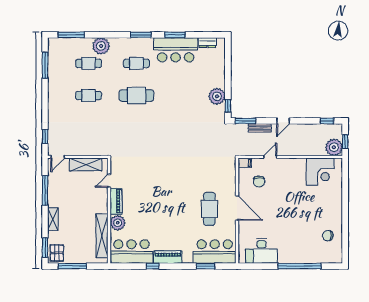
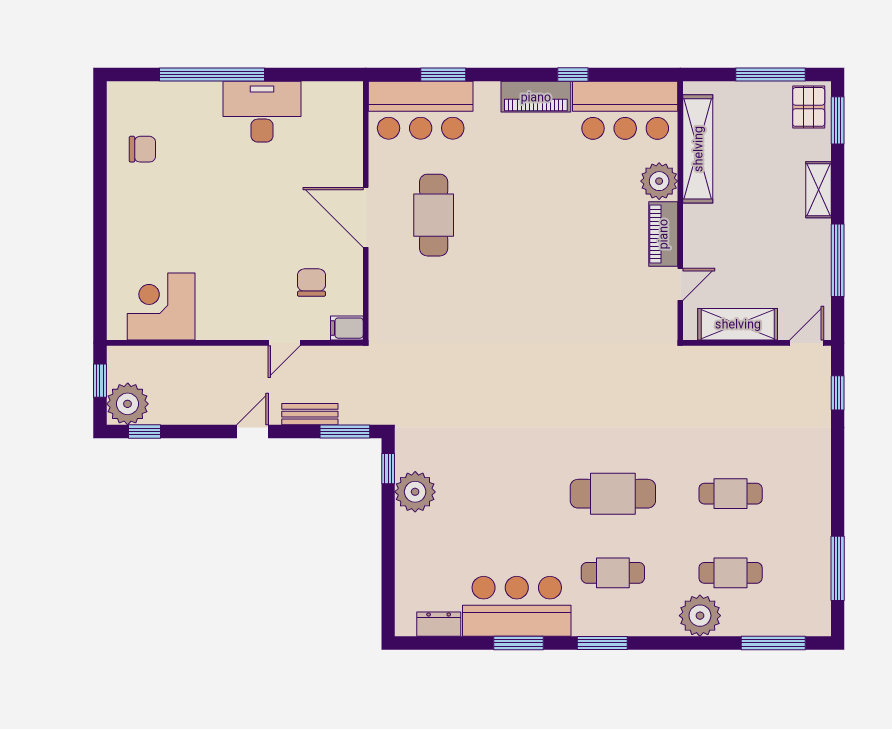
plant: (334, 147) -> (128, 404), moved
desk: (261, 251) -> (262, 112), moved

